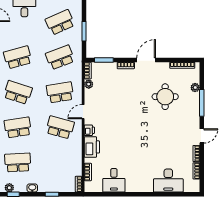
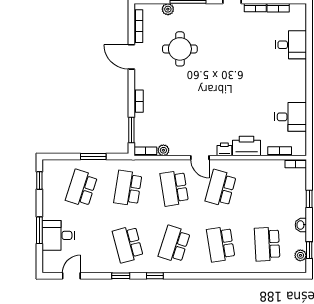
school desk: (60, 22) -> (81, 188), turned 42
school desk: (60, 57) -> (128, 188), turned 30
door: (146, 60) -> (131, 57), moved
desk: (168, 181) -> (291, 45), width x0.73

